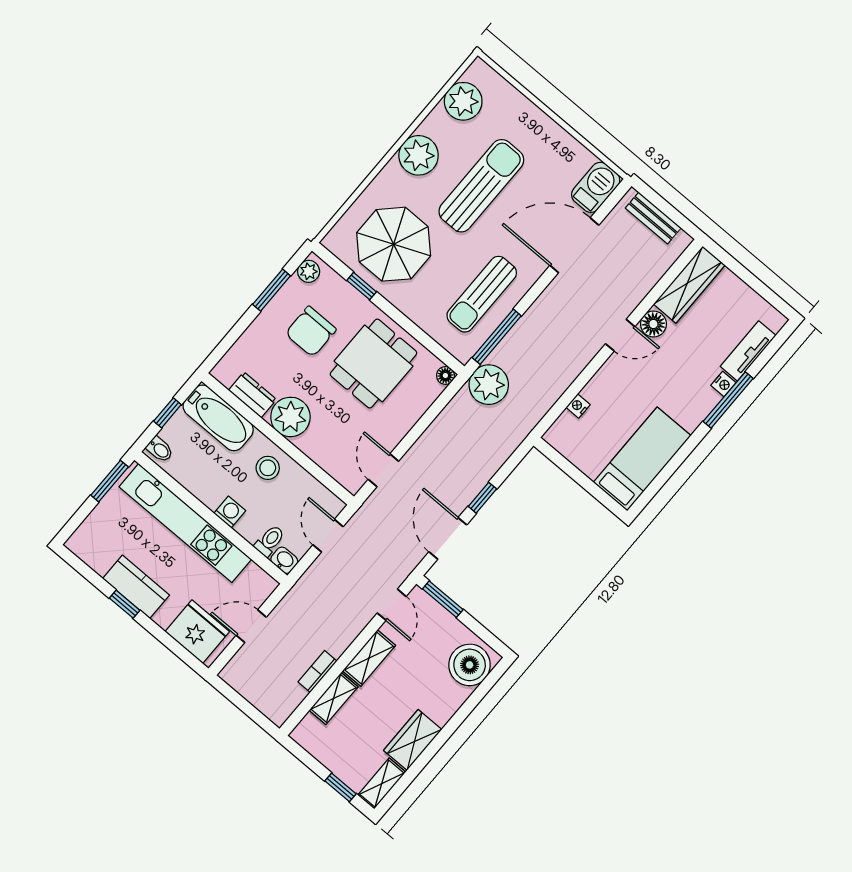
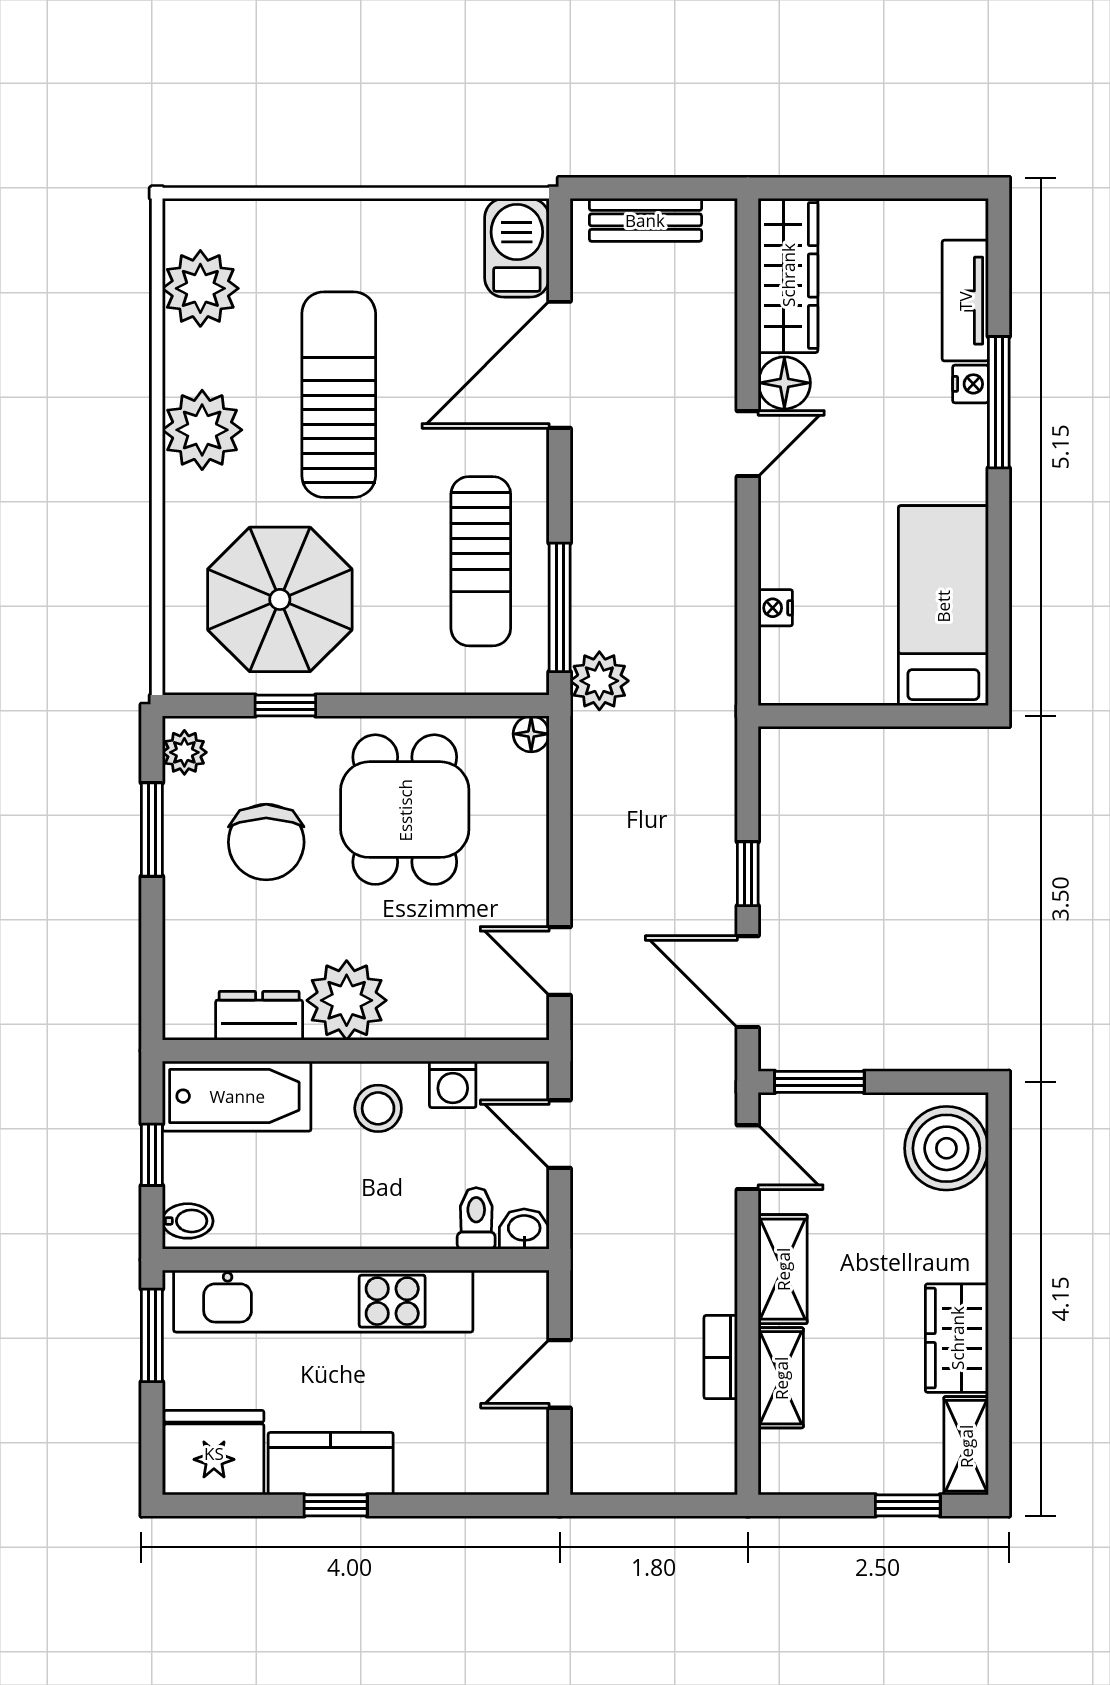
plant: (489, 385) -> (599, 681), width x0.73, depth x0.73
washing machine: (230, 512) -> (453, 1084), moved, turned 180
fridge: (197, 632) -> (214, 1453), moved

